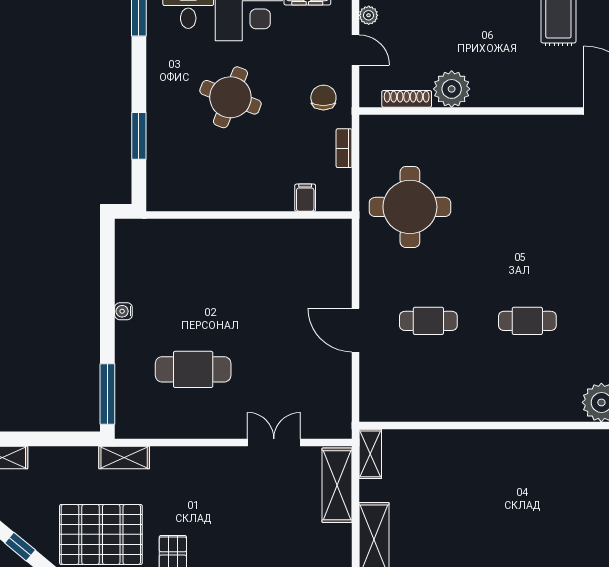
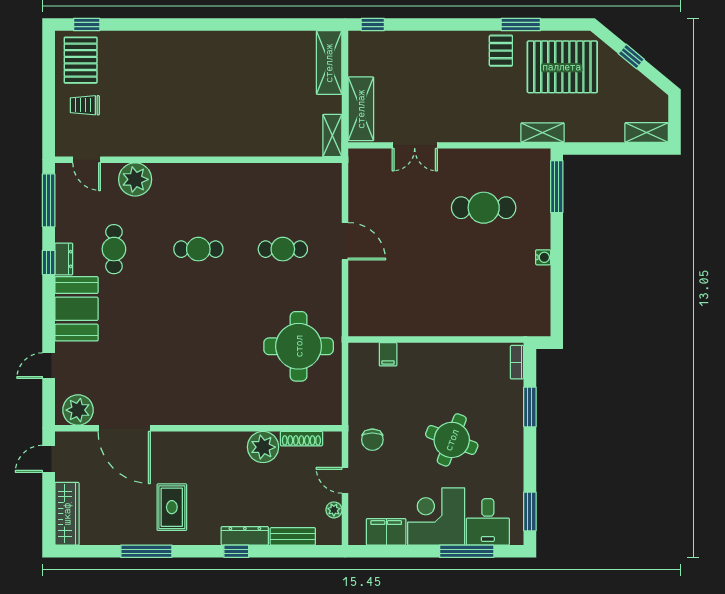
bookcase: (344, 148) -> (517, 362), moved, turned 180

